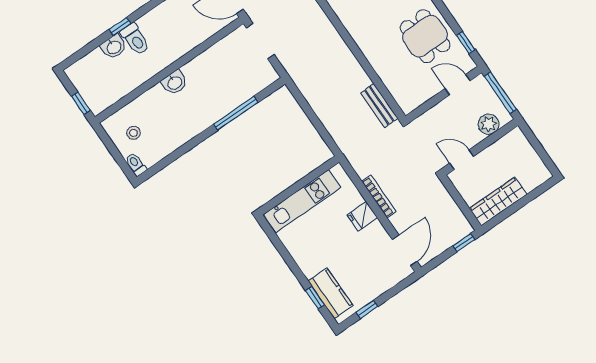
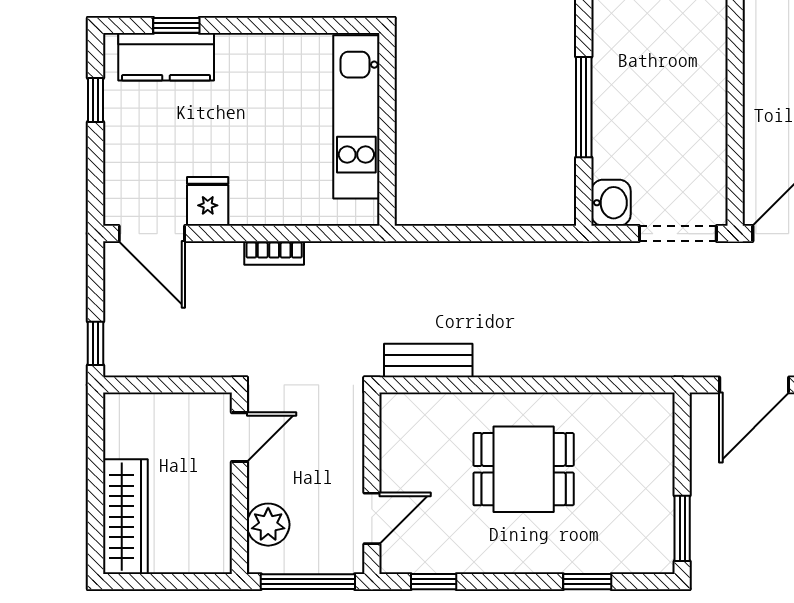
dining table: (425, 36) -> (524, 469), moved
washbasin: (175, 83) -> (611, 203), moved, turned 180
bookcase: (379, 196) -> (274, 253), width x0.64
wardrobe: (498, 202) -> (125, 517), moved
fridge: (362, 216) -> (208, 201), moved

